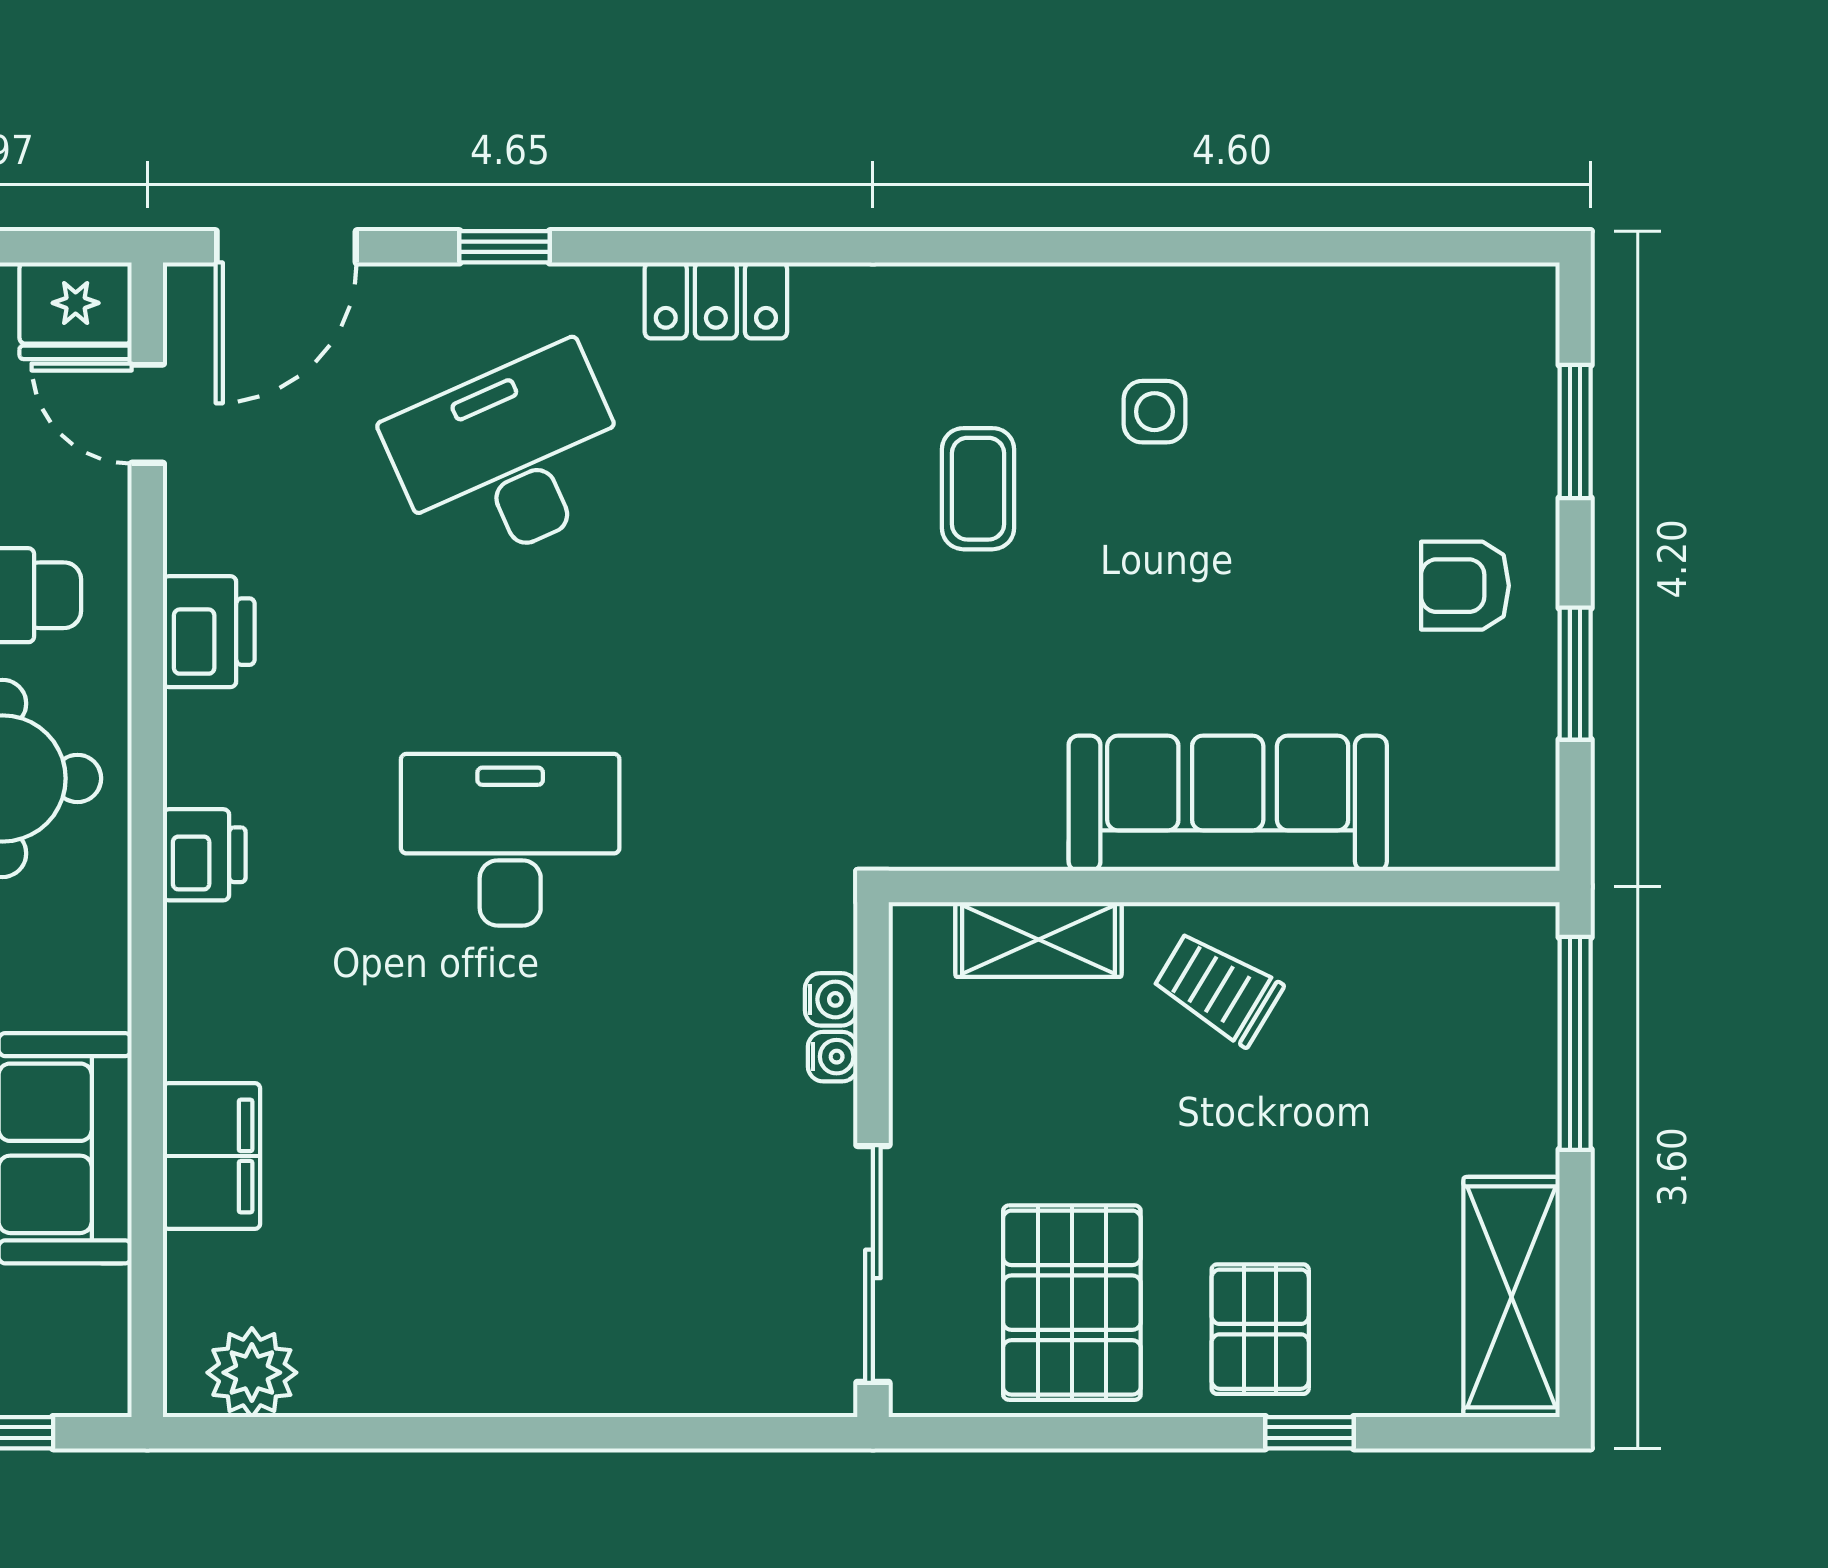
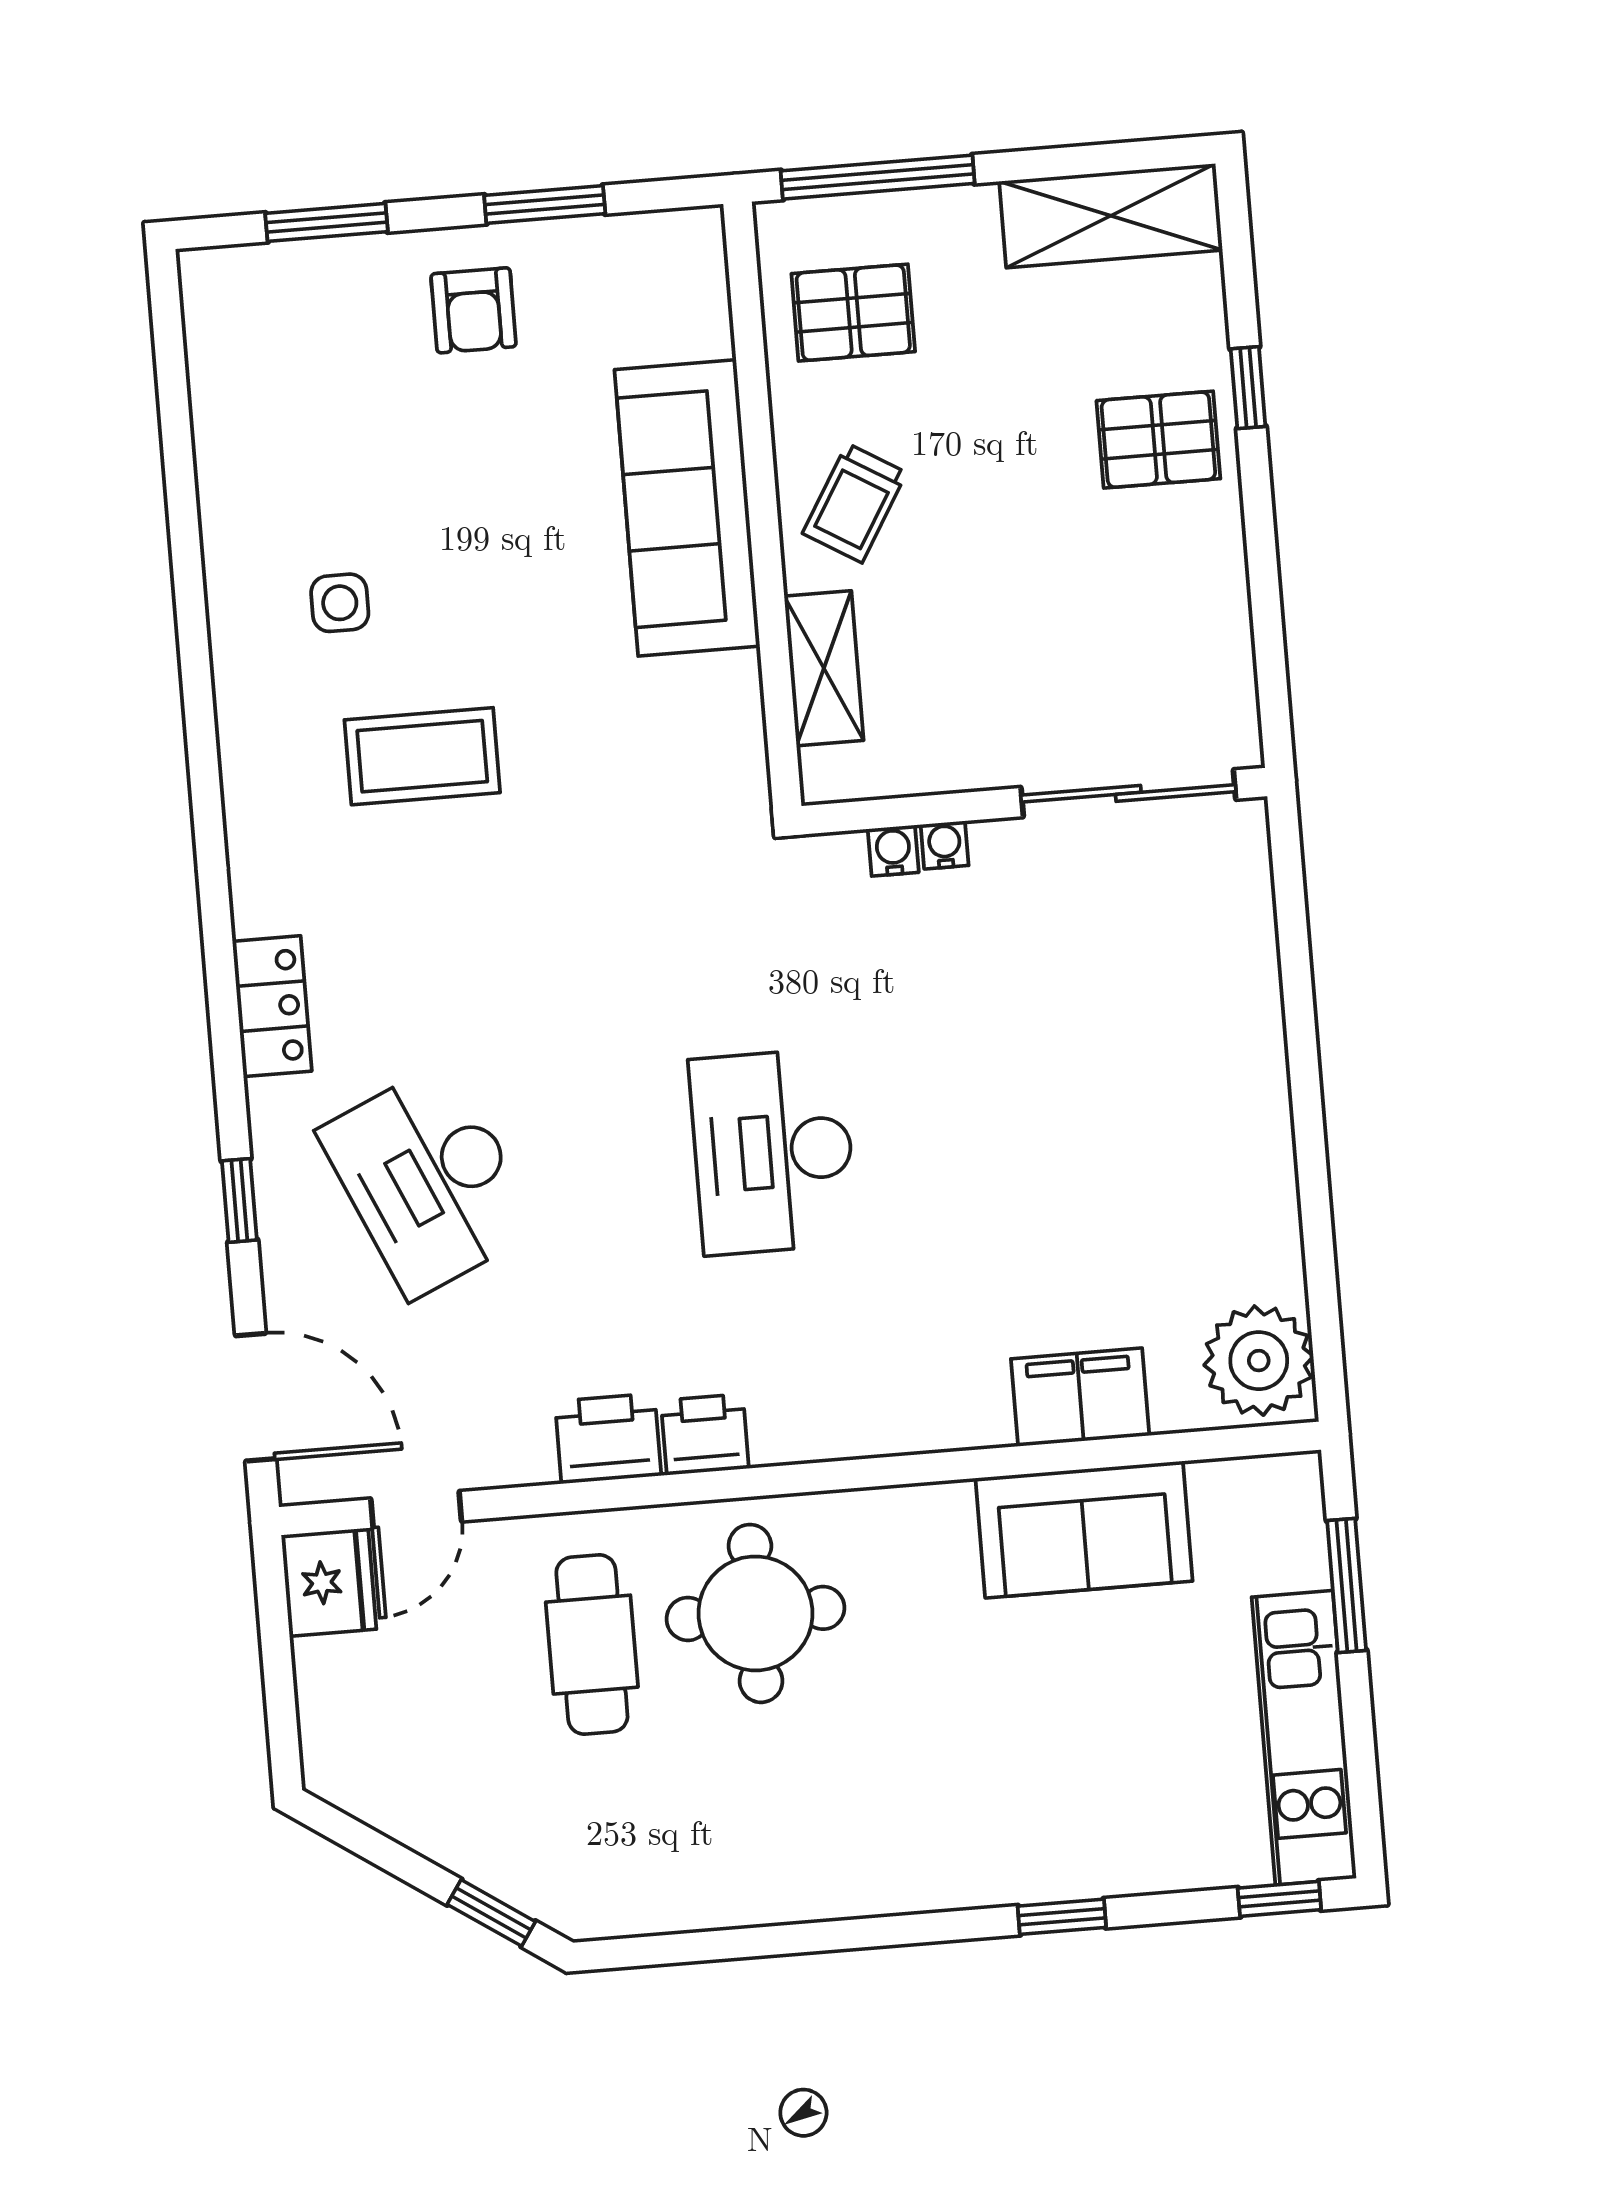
coffee table: (978, 489) -> (422, 756), width x1.36, depth x1.30
printer: (204, 855) -> (705, 1435), moved
pallet: (1072, 1303) -> (853, 313), moved, width x0.67, depth x0.71
plant: (252, 1373) -> (1259, 1361), width x1.36, depth x1.36

